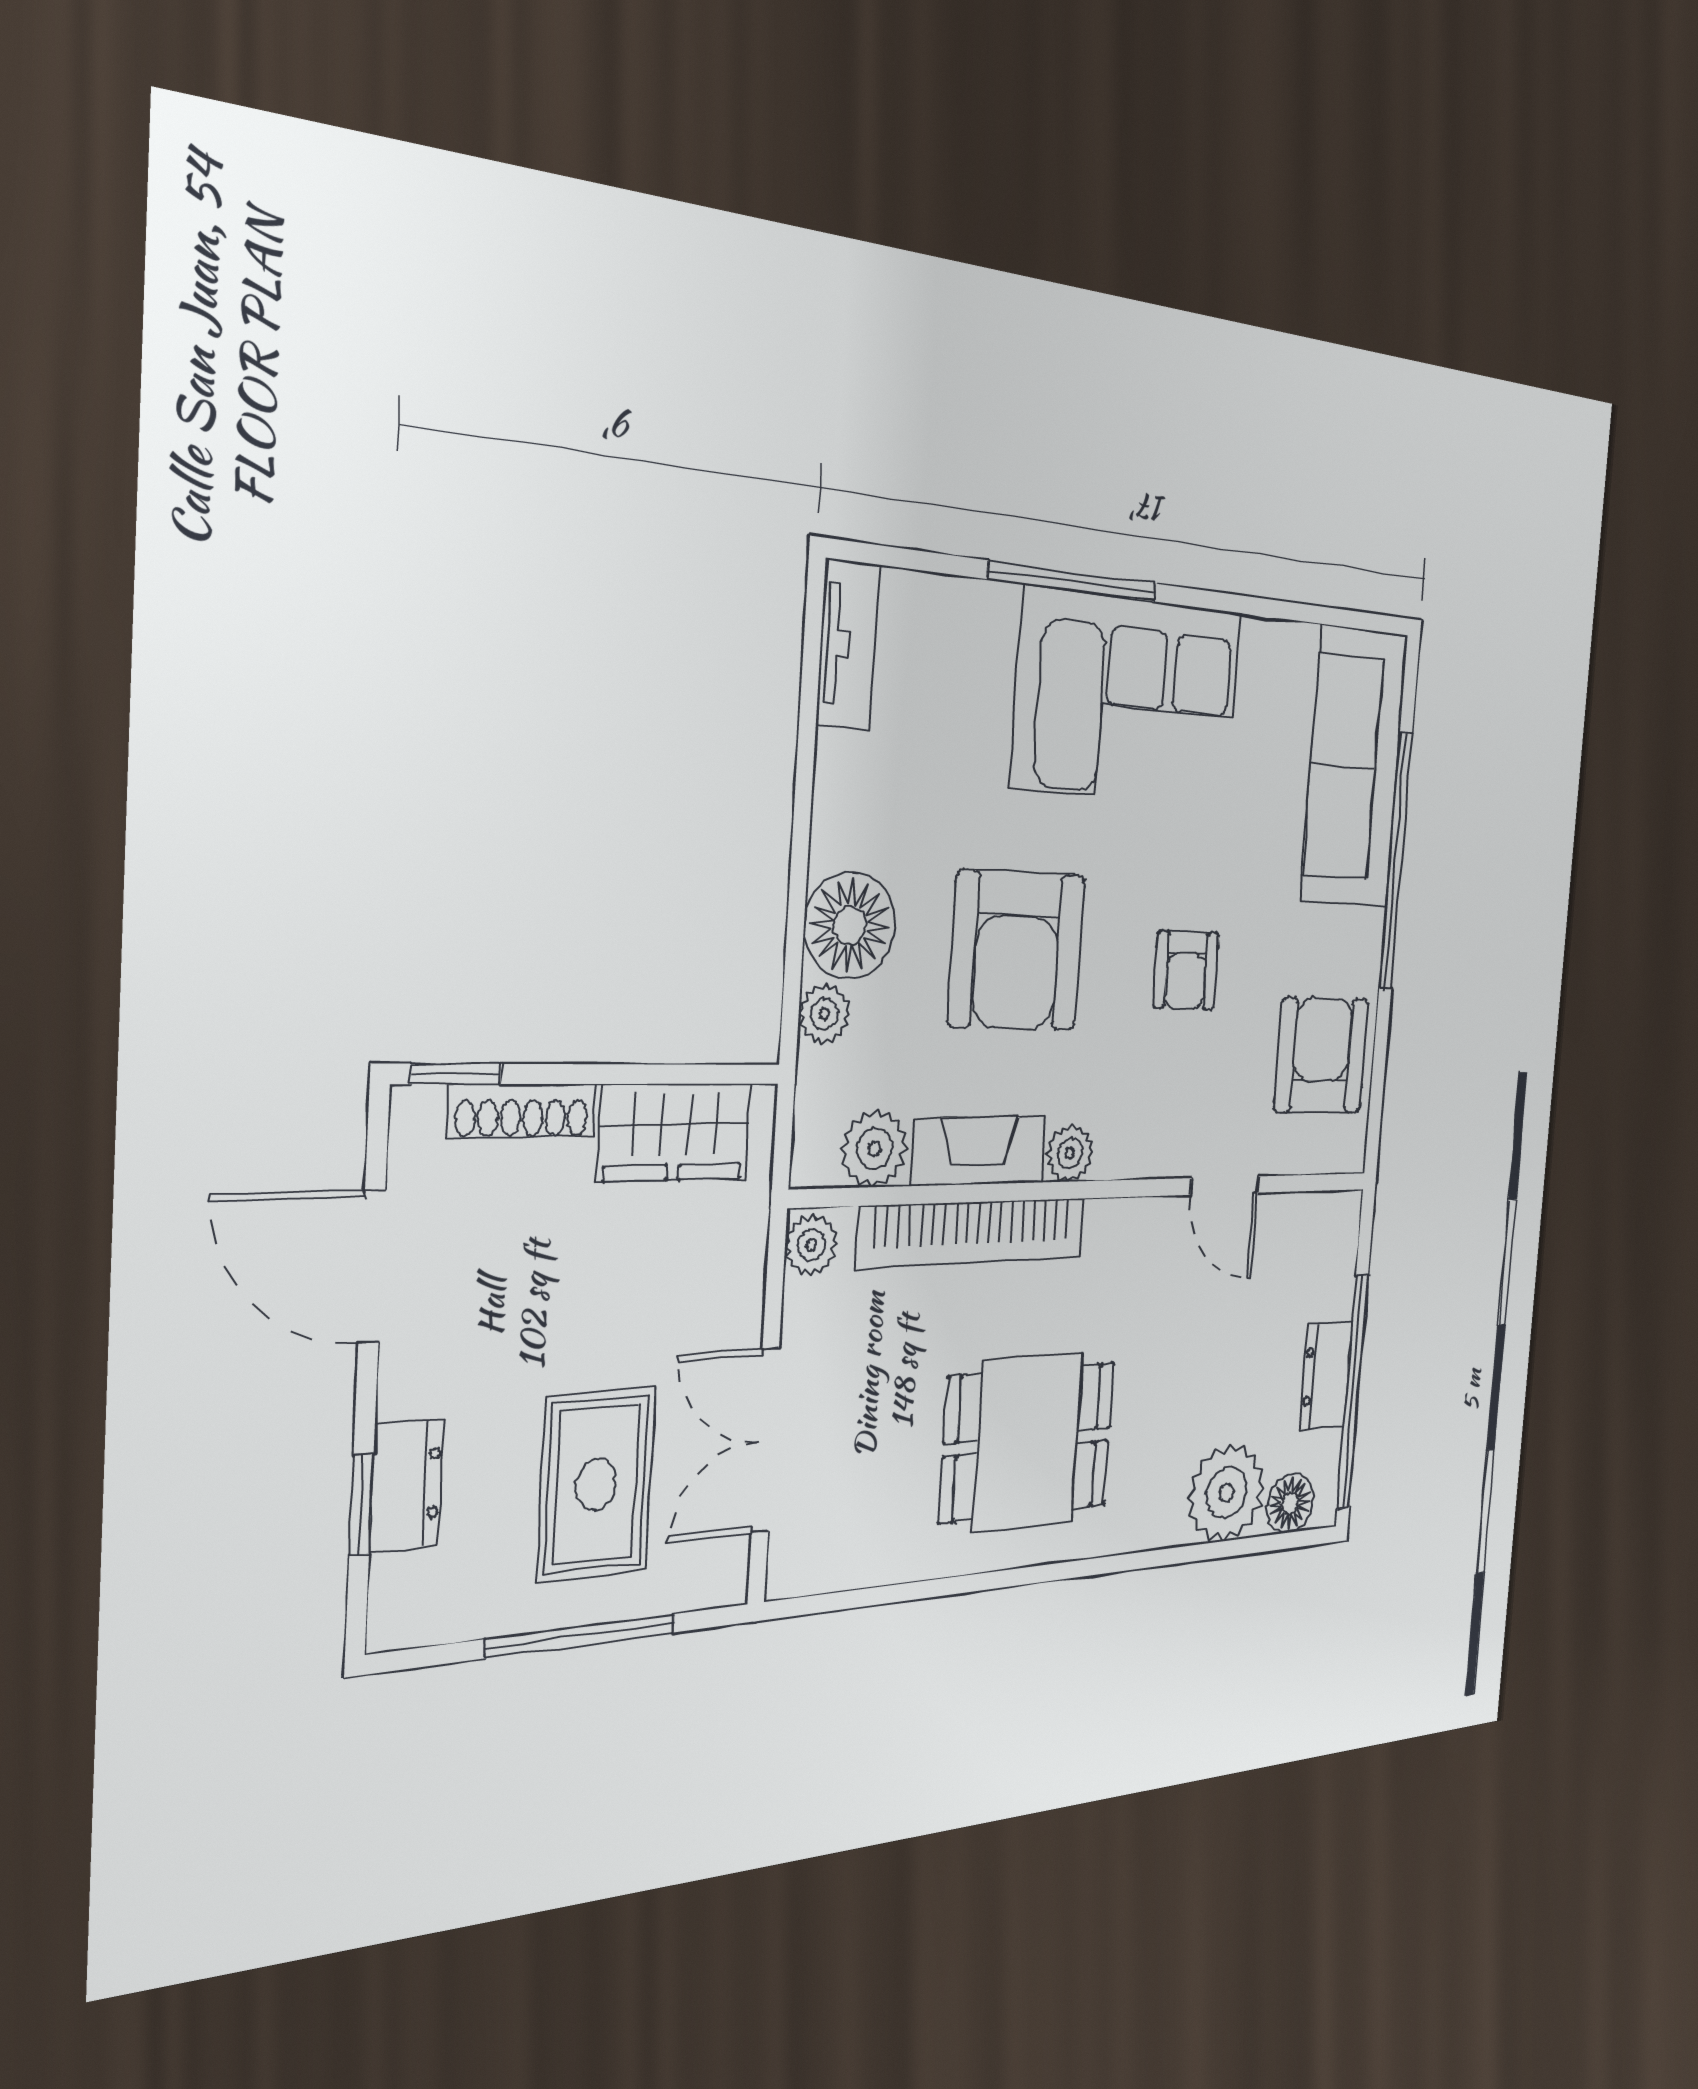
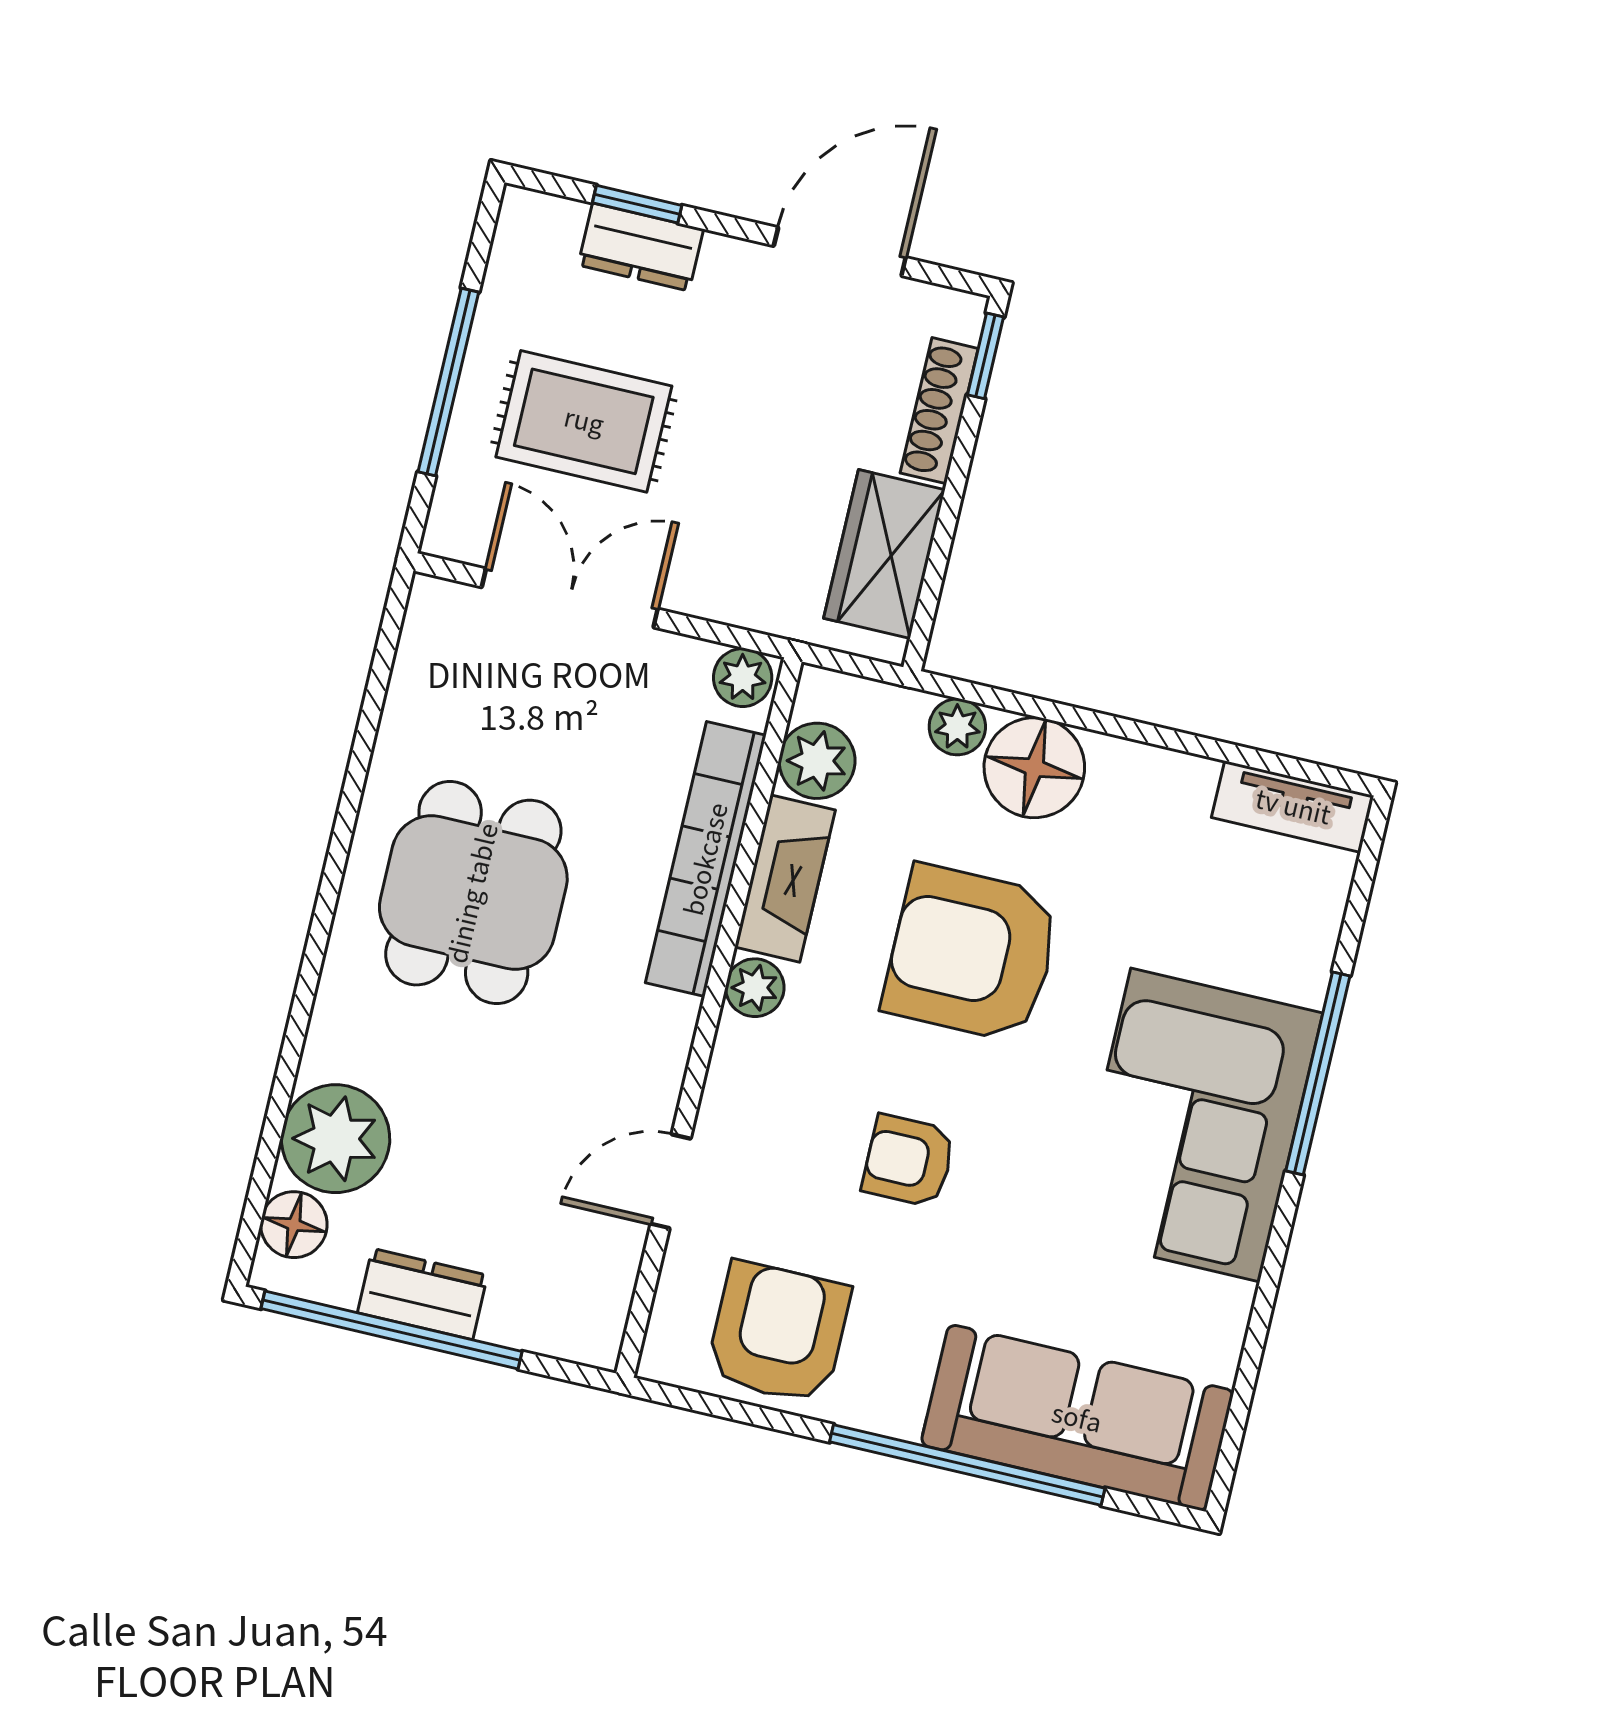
armchair: (1322, 1055) -> (778, 1333), turned -90

